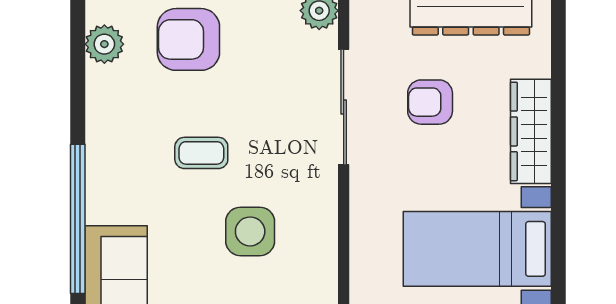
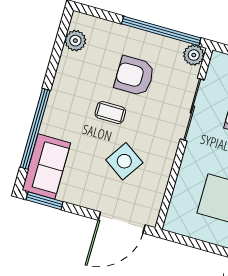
armchair: (188, 39) -> (134, 76), moved
side table: (250, 231) -> (124, 161), turned 34

